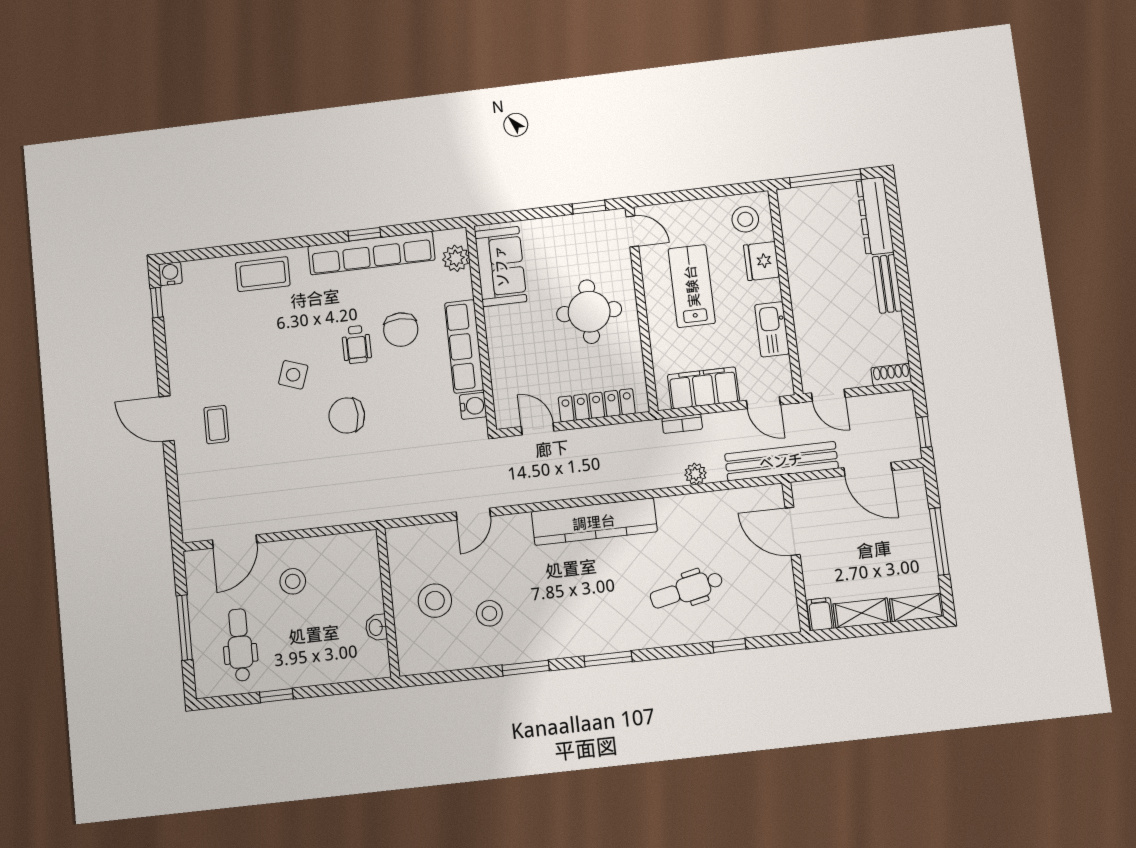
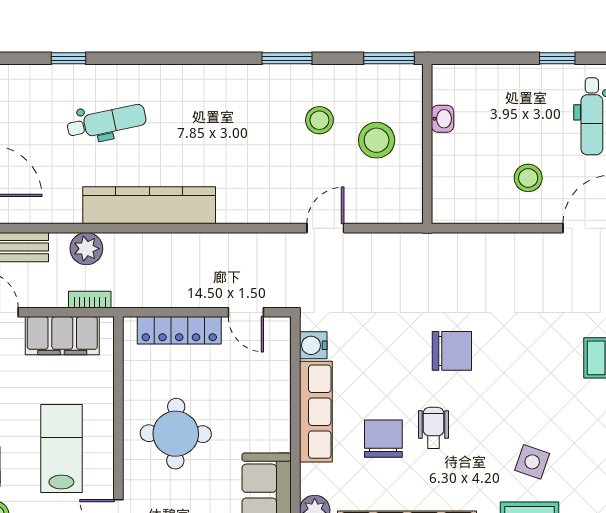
lab bench: (692, 286) -> (61, 448), turned 180
side table: (293, 375) -> (532, 462), moved
plant: (696, 474) -> (86, 249), width x1.38, depth x1.38
kitchen counter: (594, 522) -> (149, 205), moved
window: (608, 659) -> (389, 58), moved

